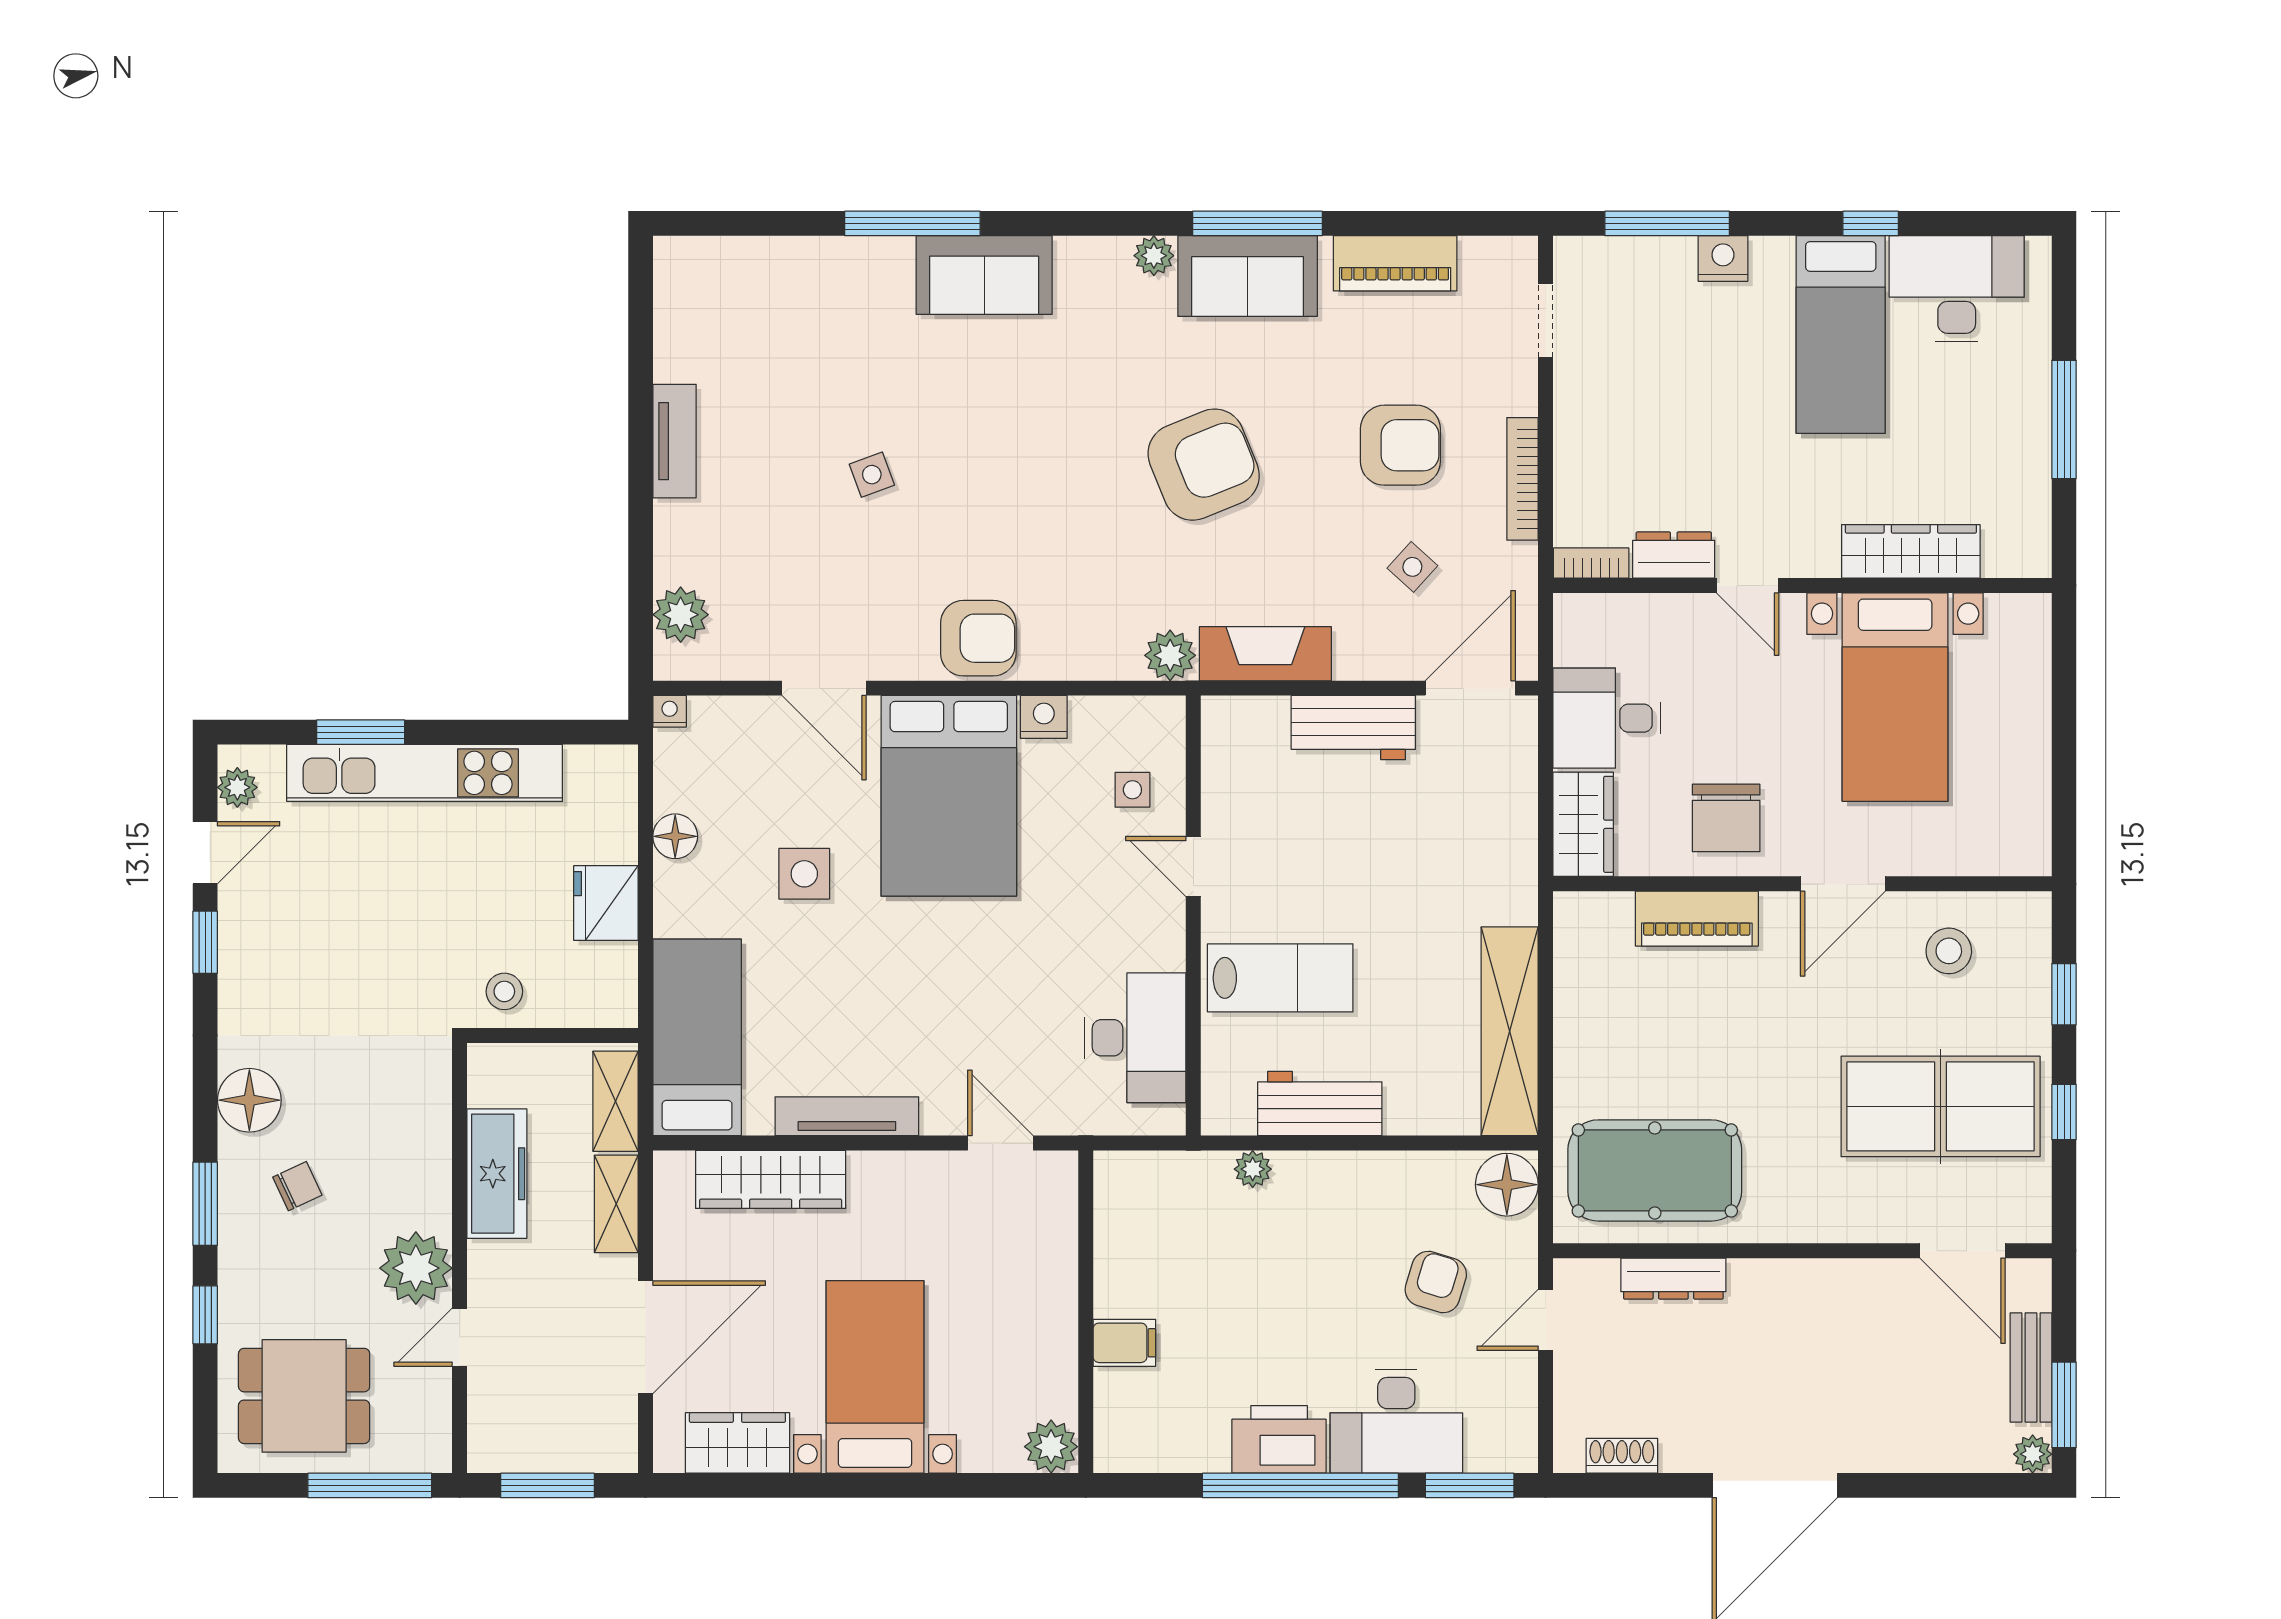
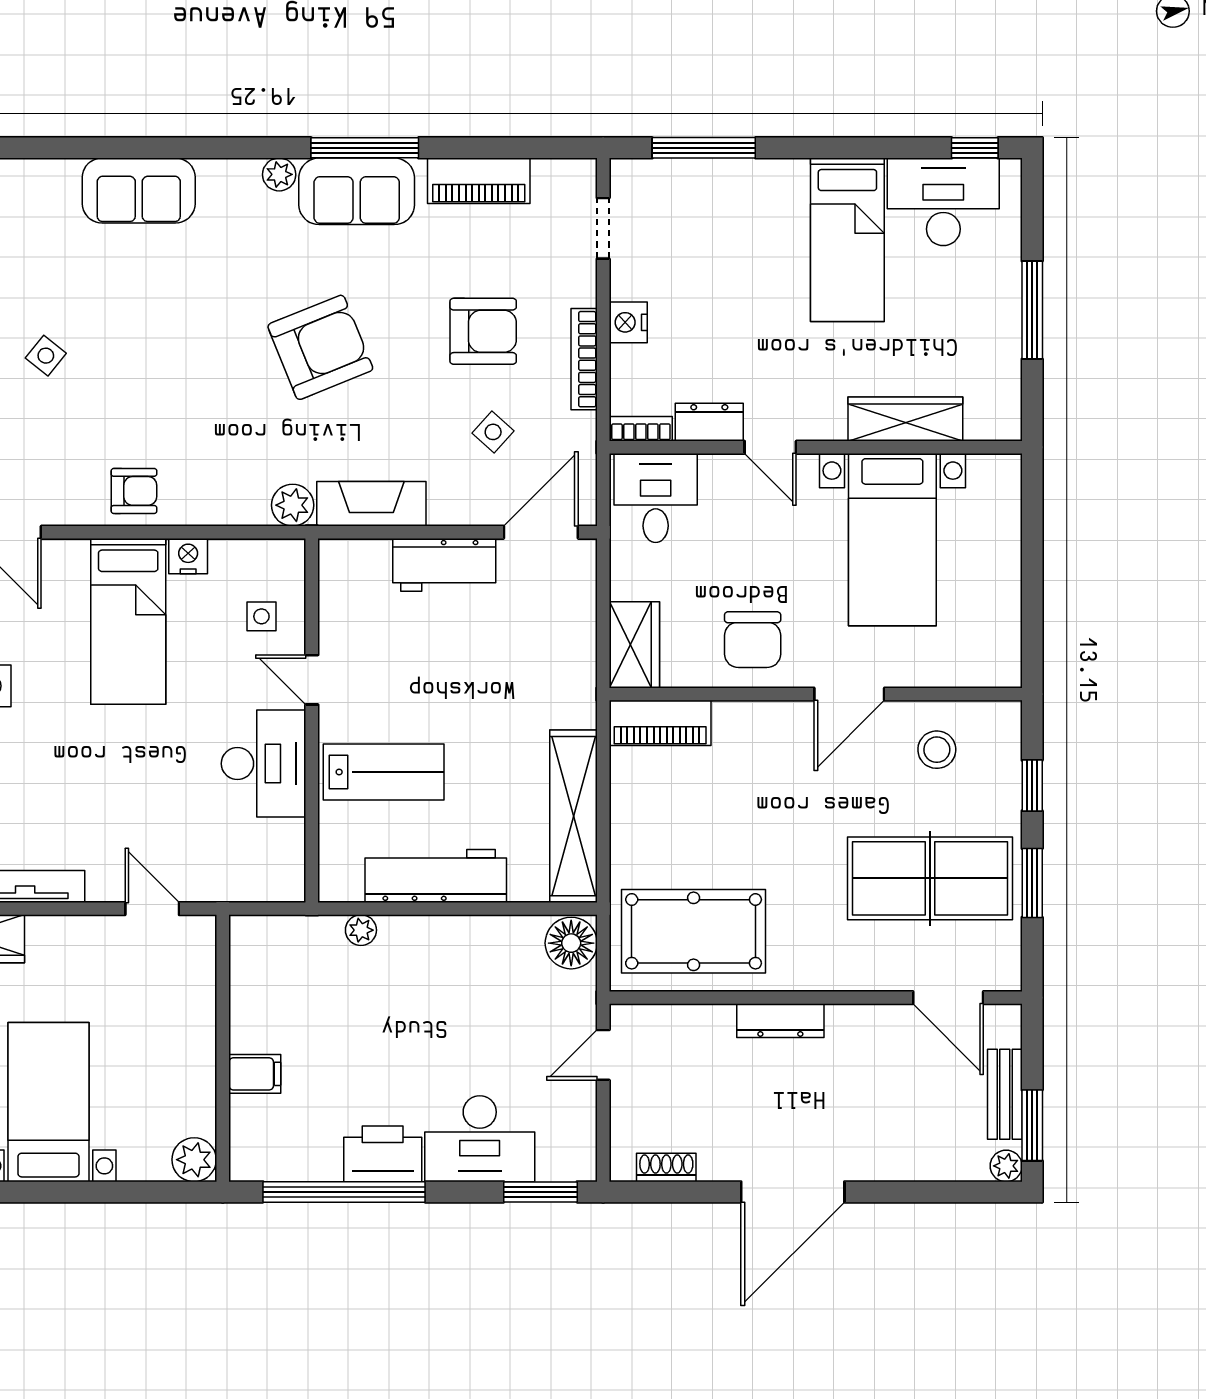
window: (912, 223) -> (79, 148), removed
window: (1871, 223) -> (975, 148), moved
nightstand: (1723, 259) -> (628, 322), moved, turned -90
side table: (872, 475) -> (46, 356), turned -31
armchair: (978, 638) -> (134, 491), width x0.72, depth x0.72
desk: (1607, 718) -> (656, 498), moved, turned 90
bed: (949, 796) -> (128, 621), width x0.67
piano: (1697, 919) -> (660, 723), moved
desk: (1135, 1038) -> (264, 764), moved
workbench: (1320, 1104) -> (436, 876), width x1.37
window: (2064, 1112) -> (1032, 883), width x1.50
dresser: (1673, 1279) -> (780, 1021), moved
armchair: (1436, 1282) -> (512, 1024), removed
window: (1300, 1485) -> (344, 1192), moved

